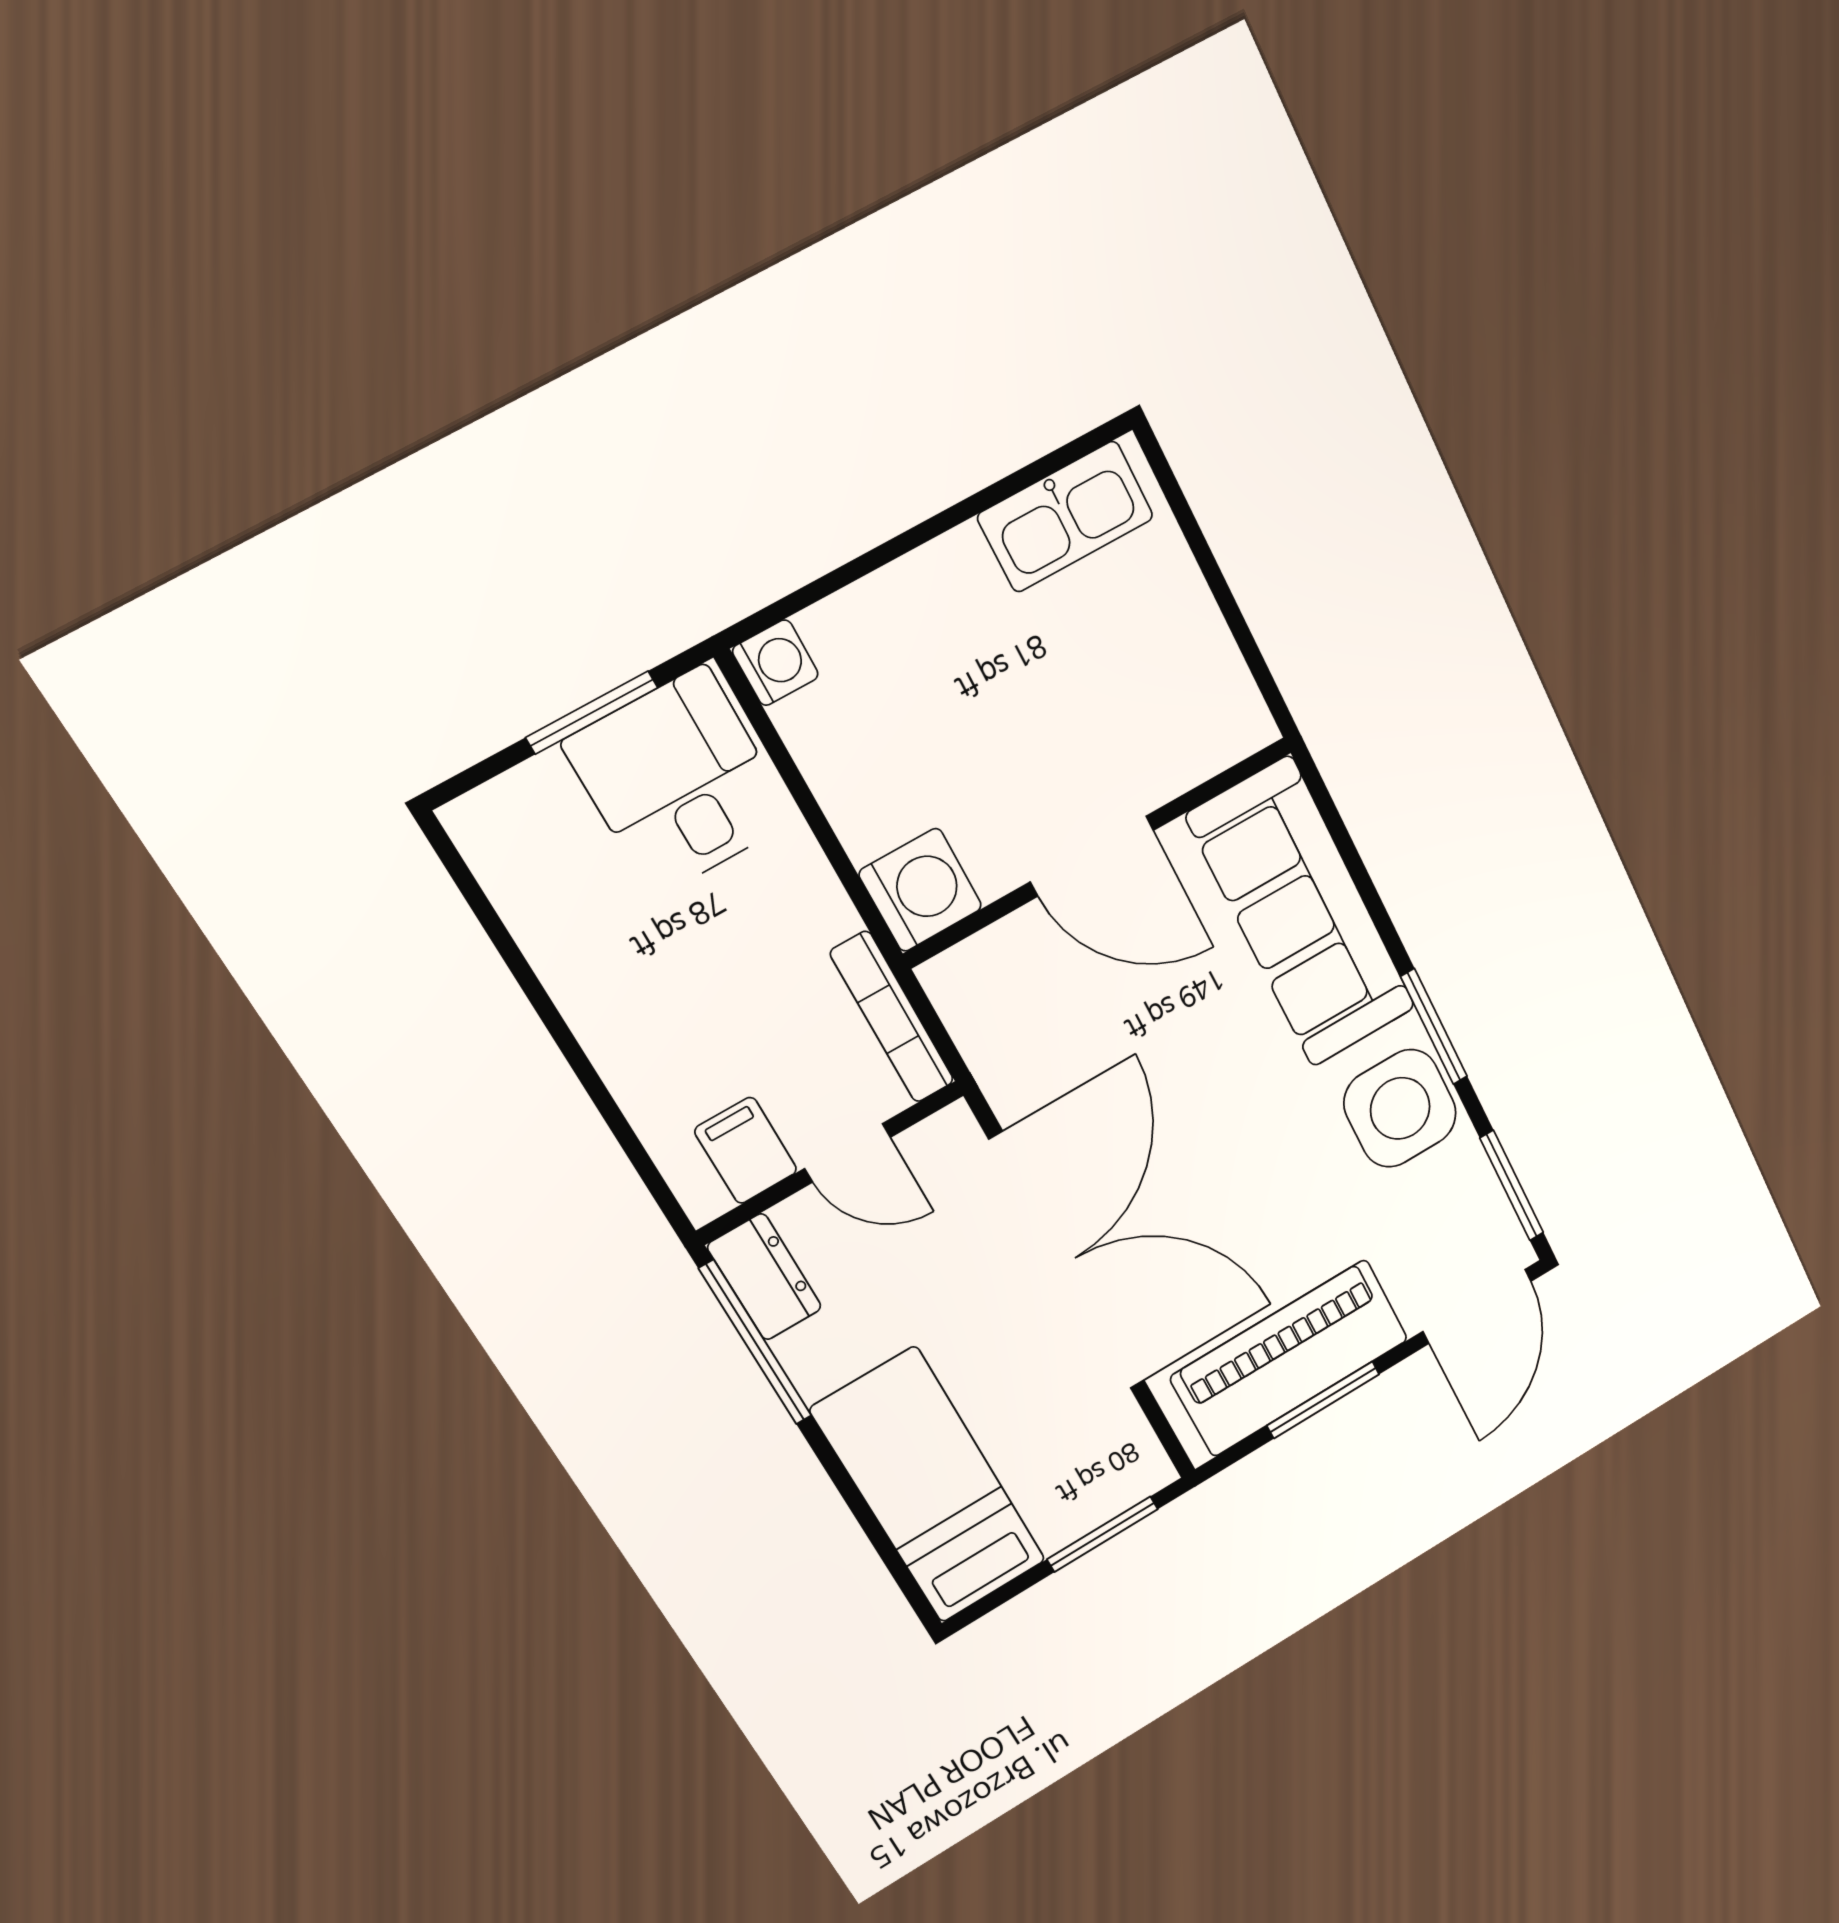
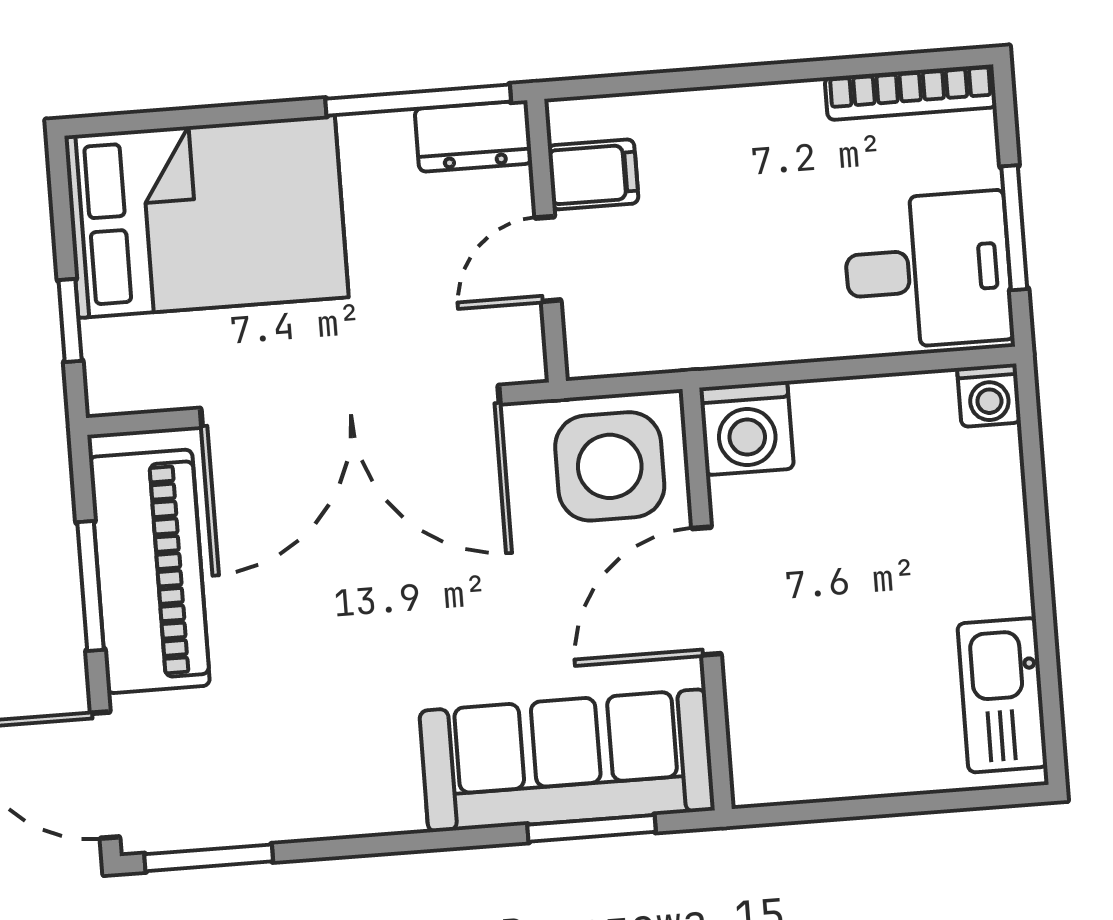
bookcase: (892, 1017) -> (911, 92), moved, turned 180
window: (1434, 1027) -> (592, 828), moved
side table: (1400, 1108) -> (610, 466), moved
bed: (929, 1486) -> (206, 217), width x1.50
window: (1103, 1534) -> (70, 321), width x0.67

